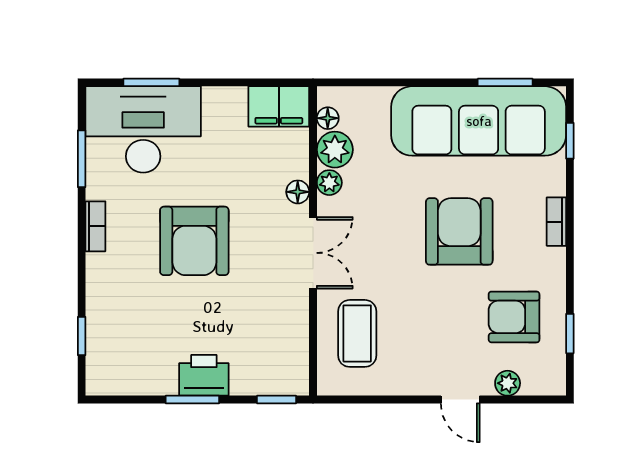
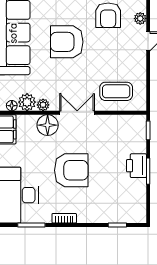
floor lamp: (298, 192) -> (48, 125), width x1.89, depth x1.89

